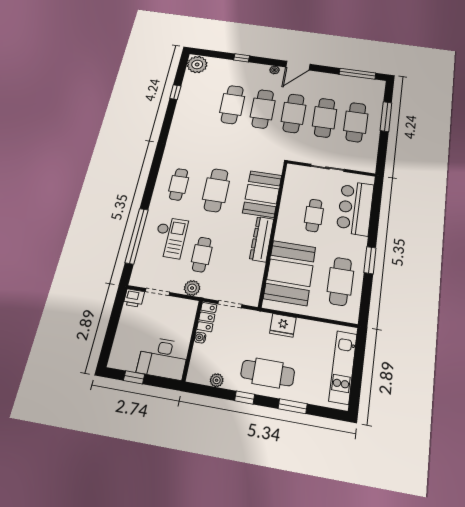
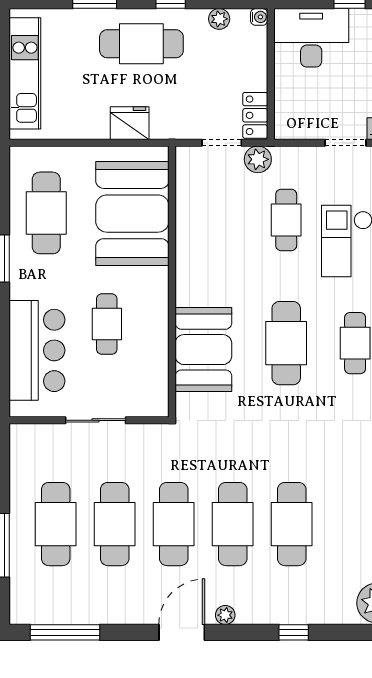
dresser: (262, 239) -> (190, 265), removed
plant: (192, 288) -> (258, 159), moved
water cooler: (200, 338) -> (259, 17), moved

